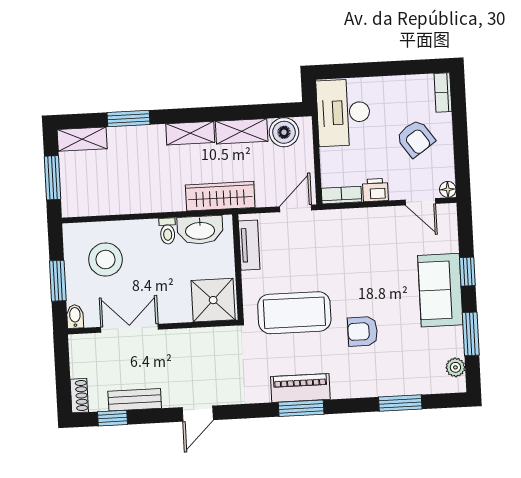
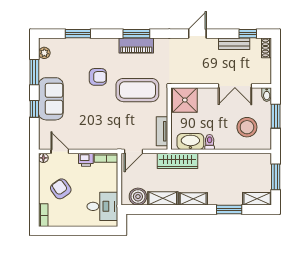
desk: (343, 113) -> (102, 206), width x0.73

